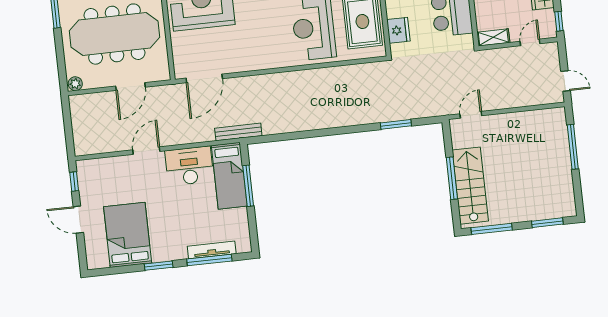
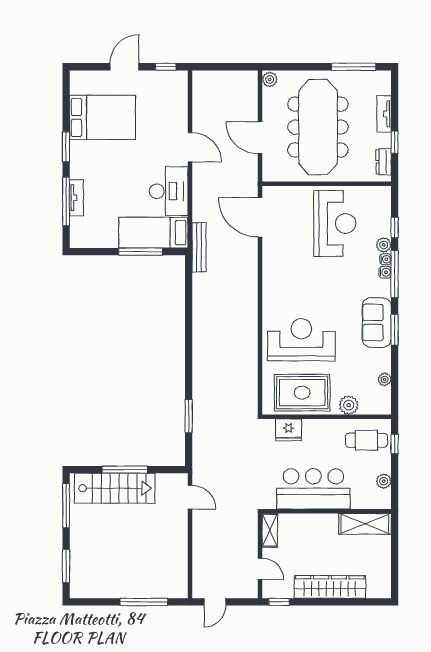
tv unit: (212, 250) -> (76, 198), width x0.71

